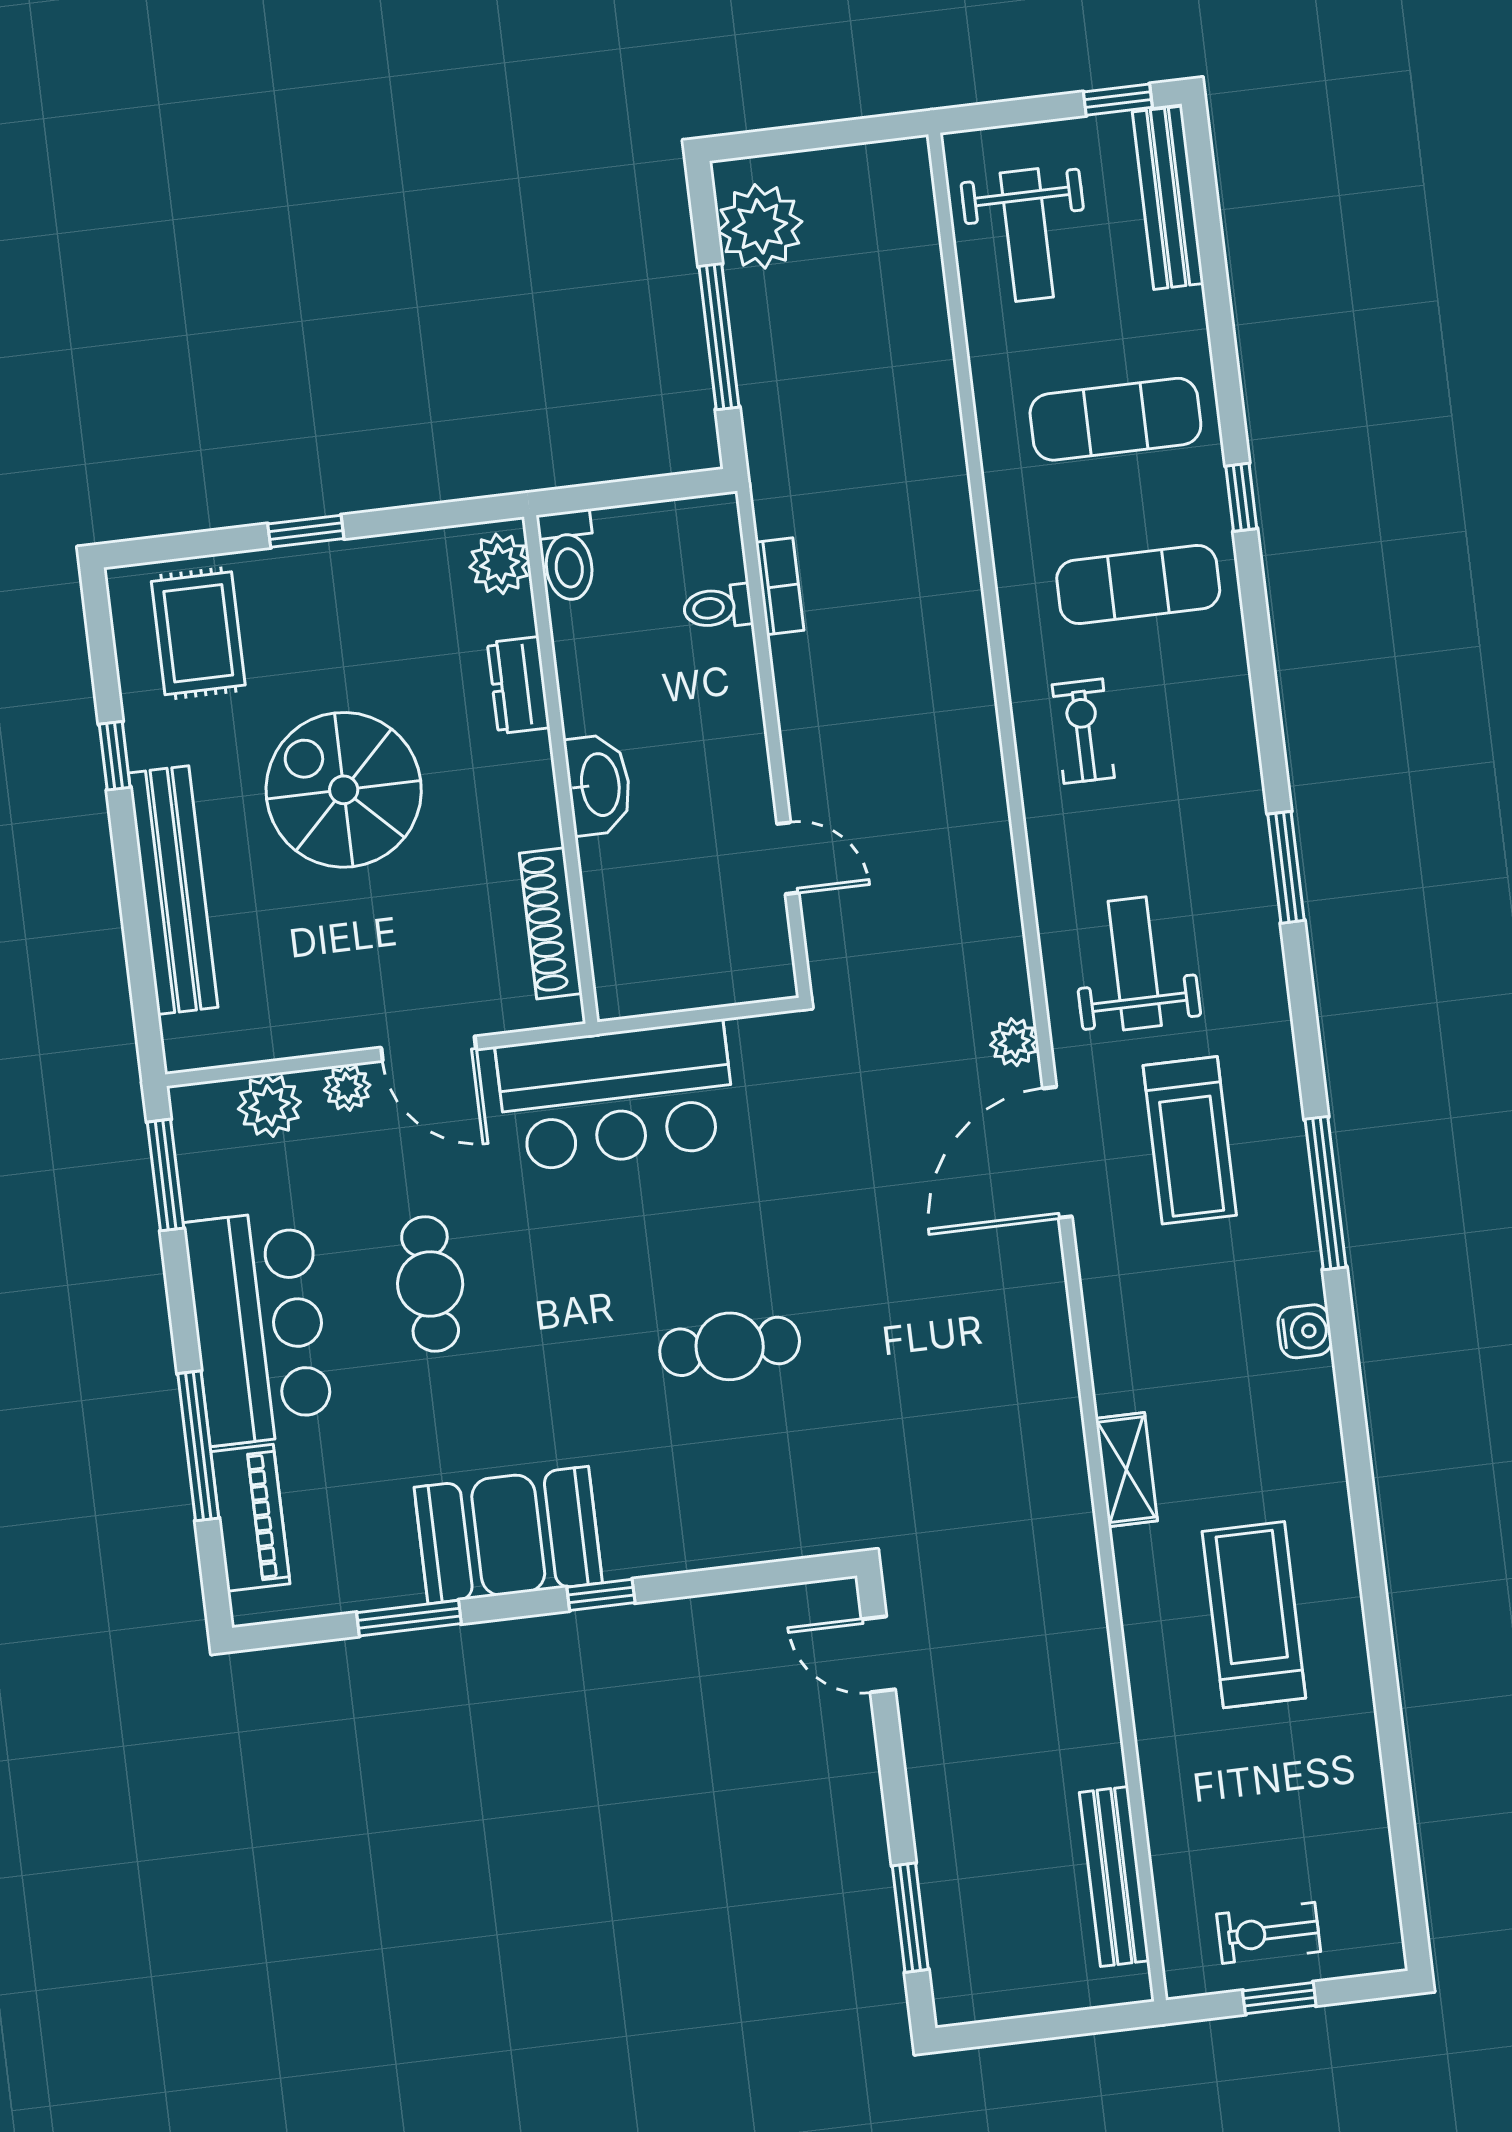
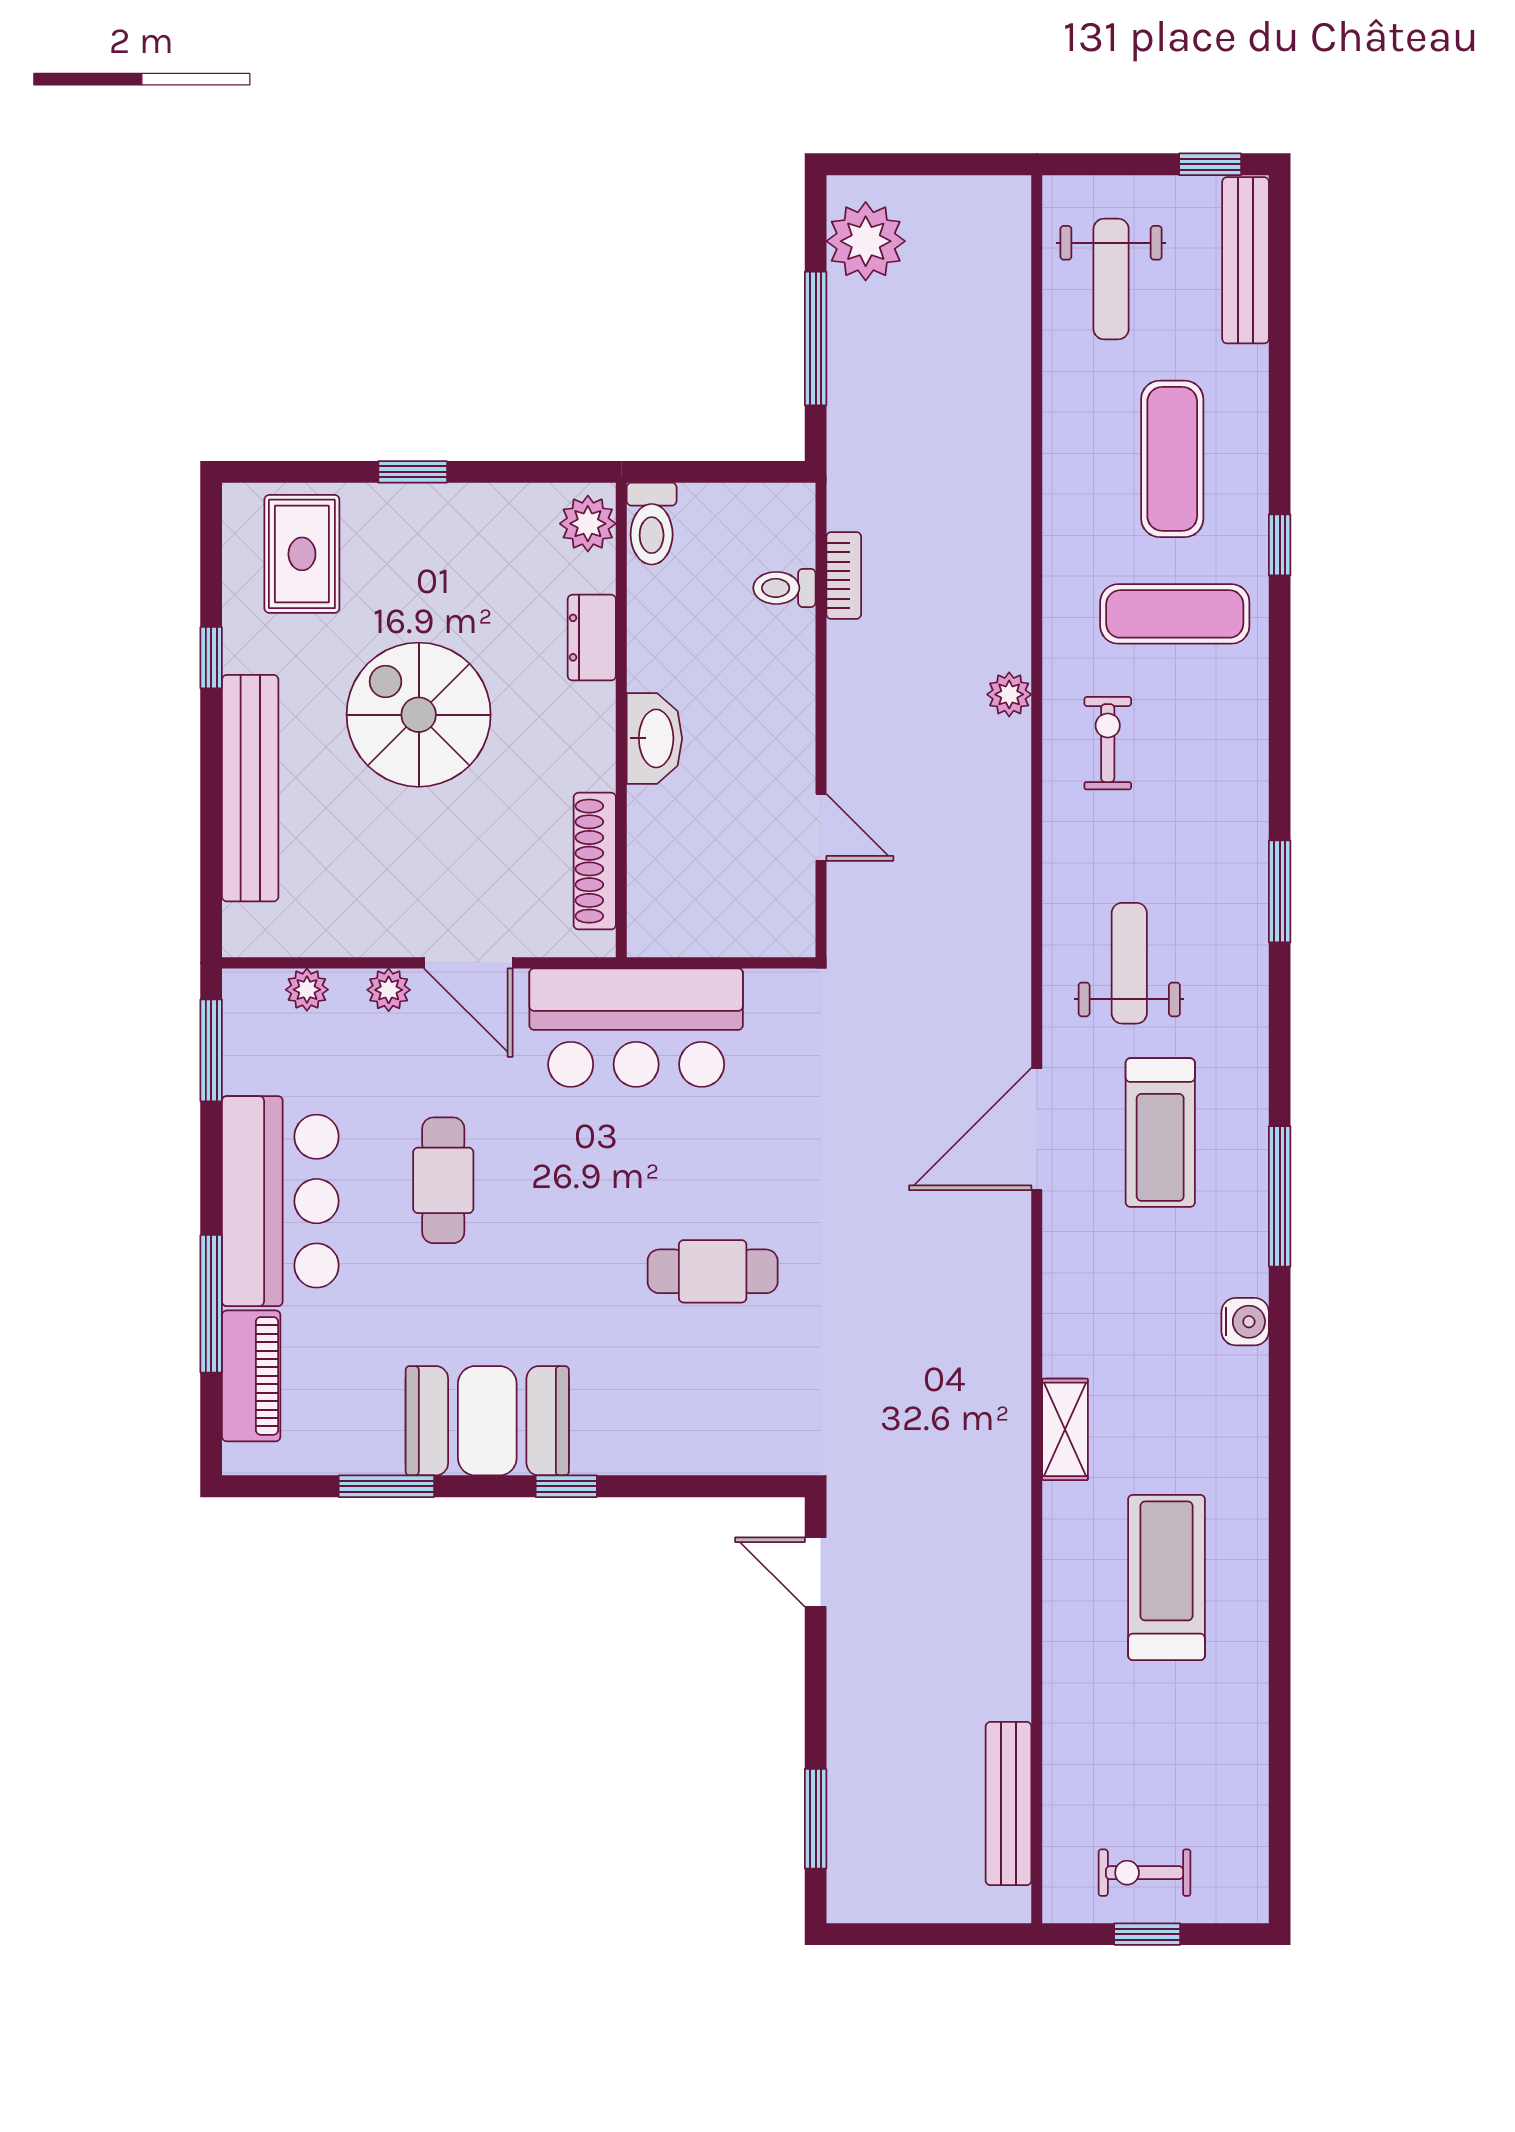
exercise mat: (1115, 419) -> (1172, 459), turned 90
plant: (1014, 1042) -> (1009, 694), moved
plant: (269, 1105) -> (307, 990), width x0.73, depth x0.73

